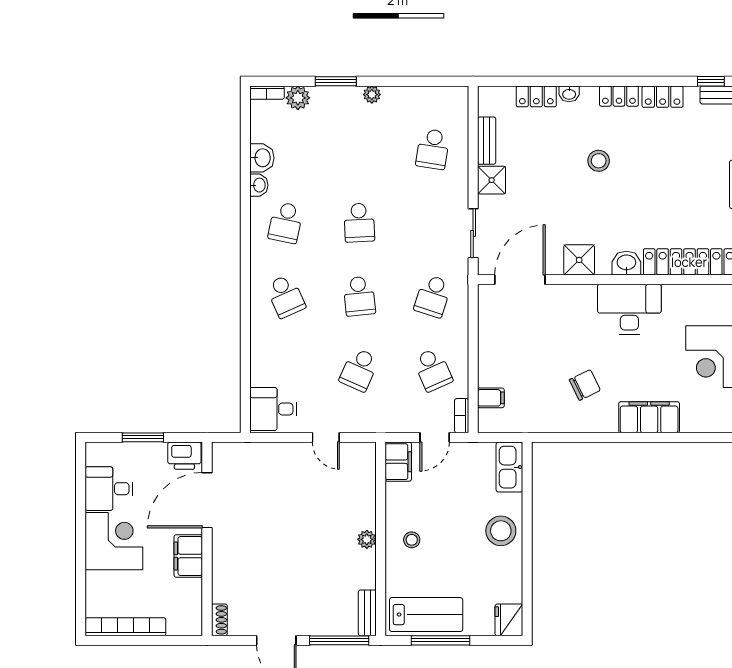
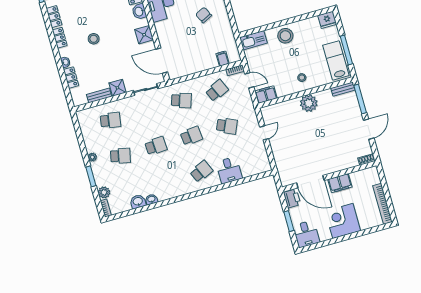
school desk: (286, 223) -> (120, 156), moved
desk: (273, 409) -> (229, 170), moved
desk: (109, 489) -> (306, 234), moved
plant: (367, 539) -> (309, 103), width x1.87, depth x1.87

